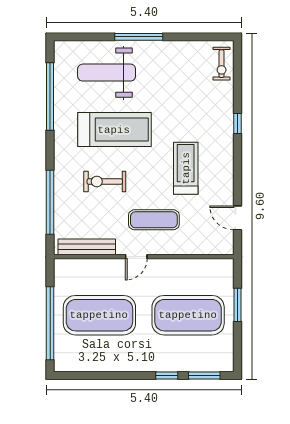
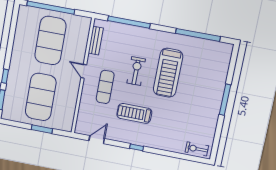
weight bench: (107, 73) -> (206, 75), removed
window: (237, 123) -> (137, 147), moved
treadmill: (186, 168) -> (134, 113), turned 180
exercise bike: (105, 182) -> (136, 71), moved
bench: (87, 247) -> (96, 41), width x0.73

